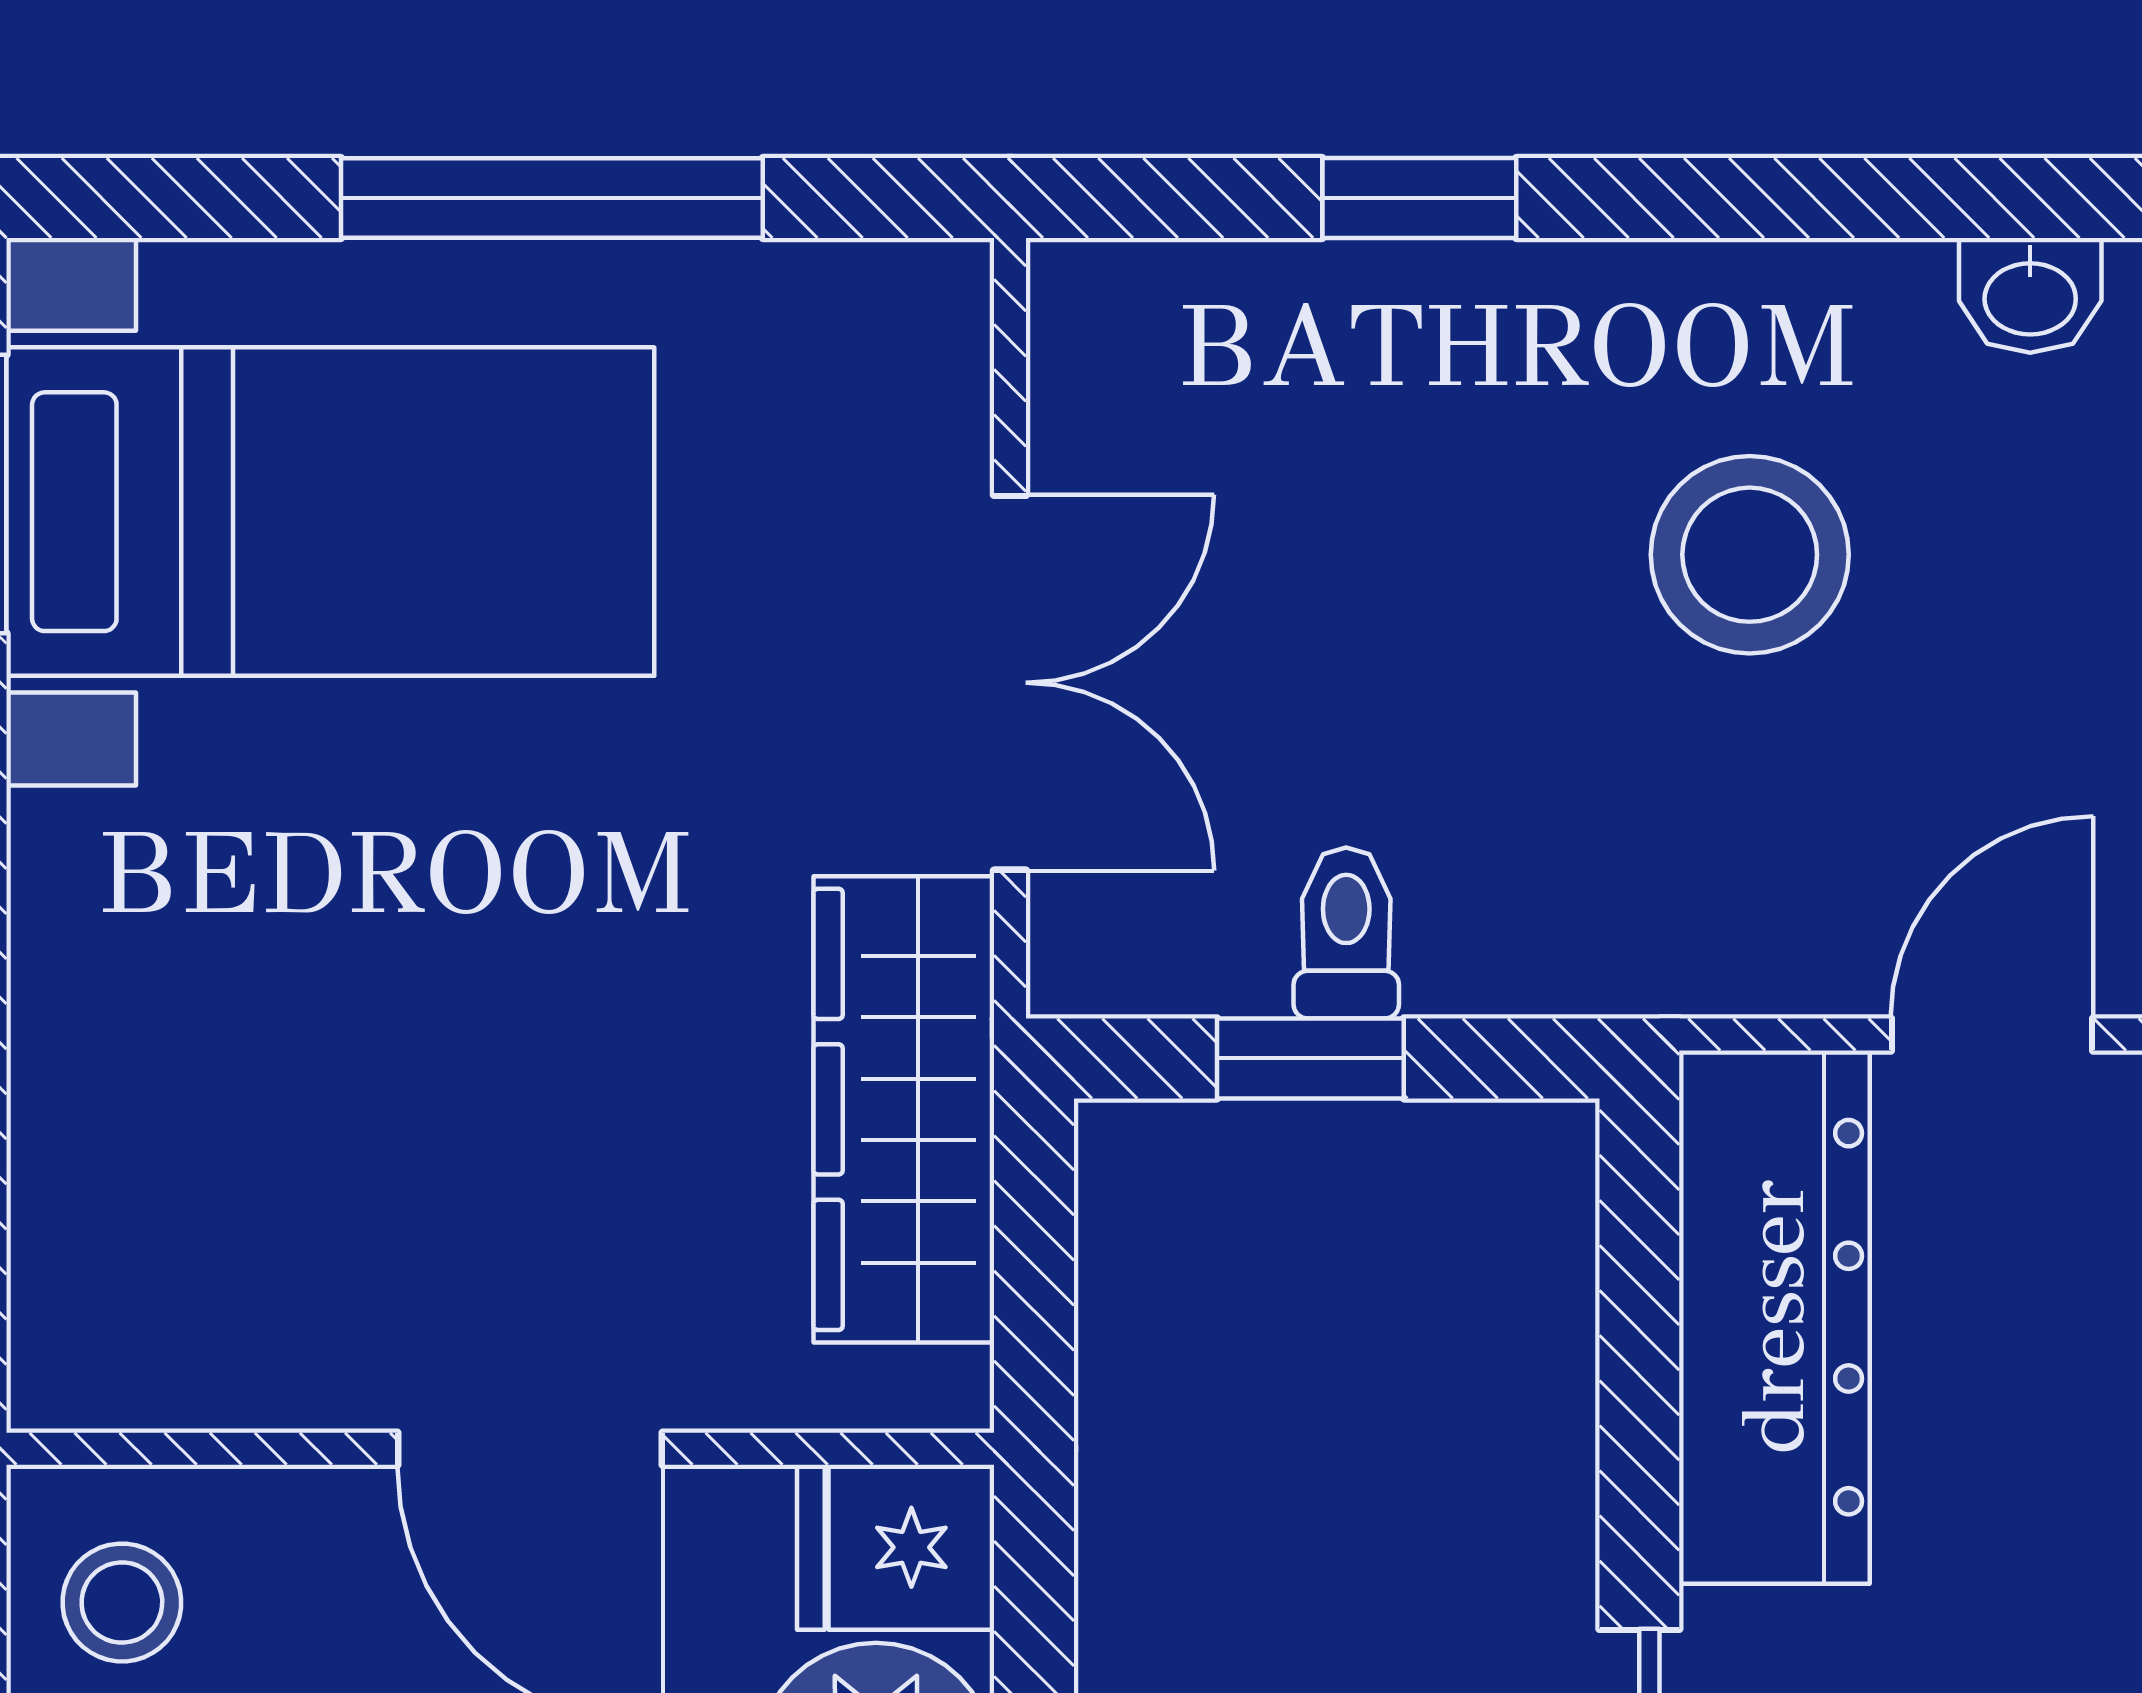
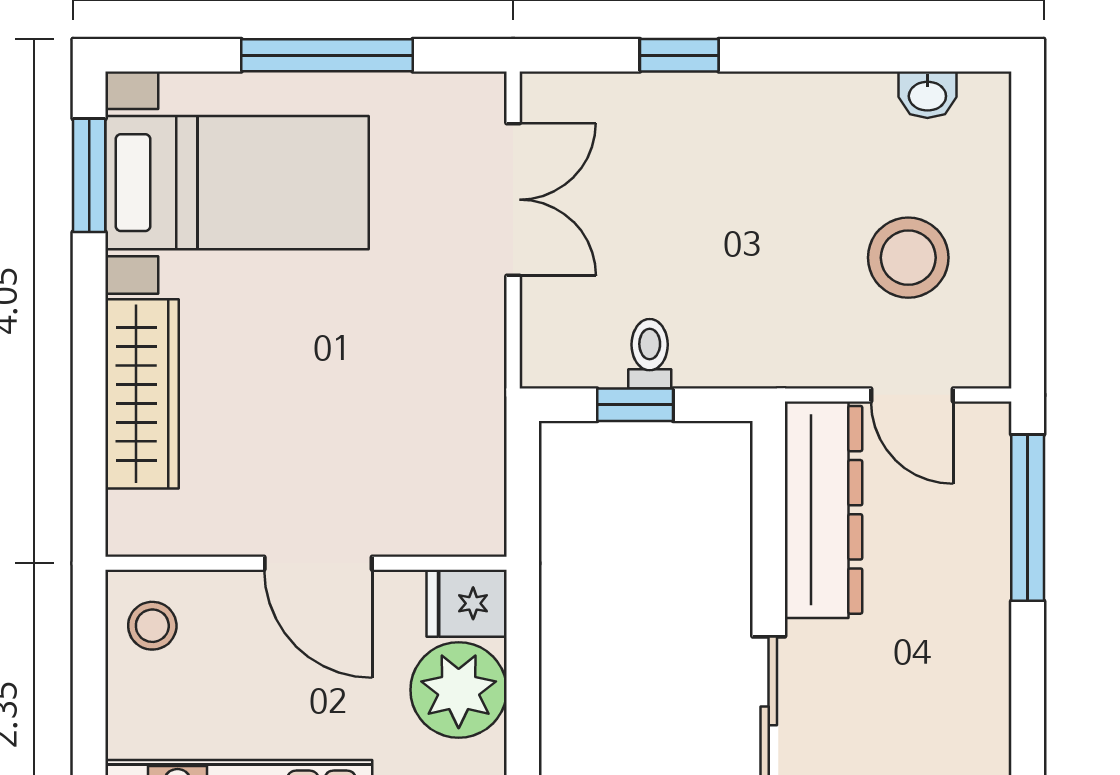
stool: (1750, 555) -> (908, 258), moved
double door: (1010, 683) -> (513, 200), moved
door: (1992, 1035) -> (912, 395), swing flipped
wardrobe: (904, 1109) -> (142, 394), moved, turned 180

